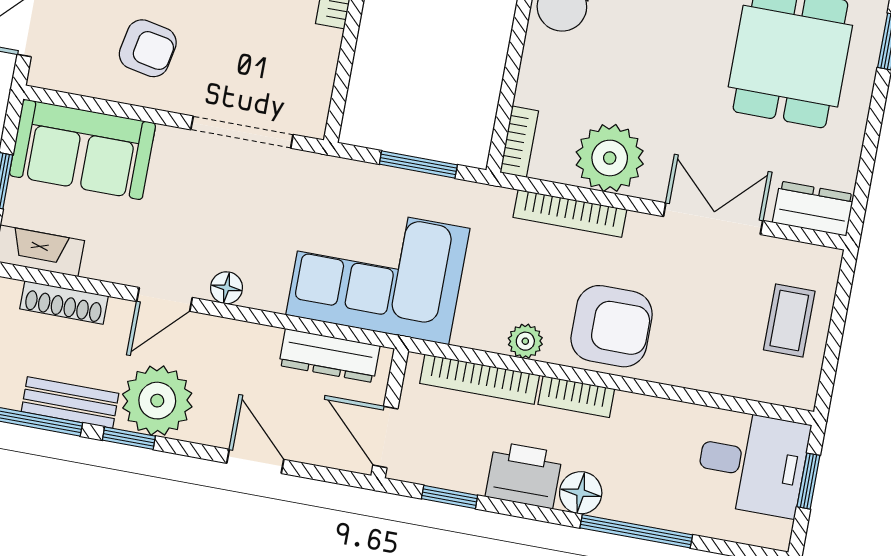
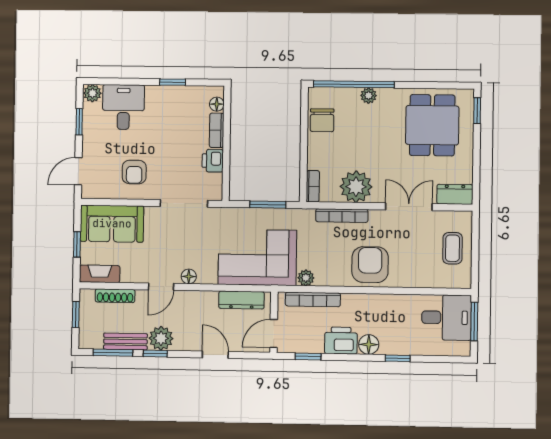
armchair: (148, 48) -> (134, 172), turned 79
printer: (318, 52) -> (213, 161), added
armchair: (612, 326) -> (370, 265), turned -90
plant: (525, 341) -> (306, 278), moved
bookcase: (576, 397) -> (359, 300), removed
plant: (157, 401) -> (161, 338), width x0.73, depth x0.73
door: (385, 437) -> (274, 333), hinge flipped
window: (808, 481) -> (474, 322), width x1.50
window: (636, 531) -> (398, 358), width x0.46

